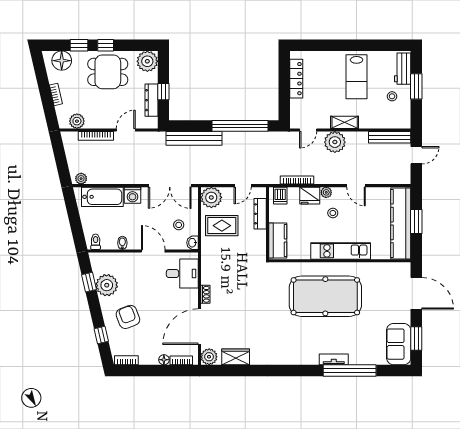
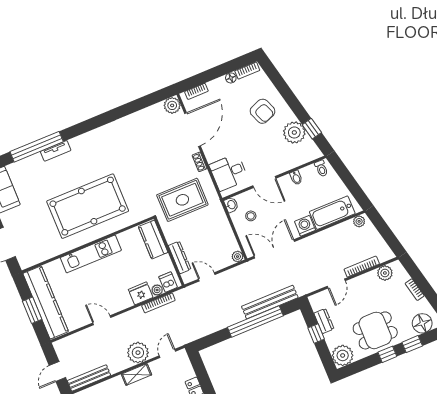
dresser: (151, 100) -> (324, 321), width x0.70
window: (240, 126) -> (255, 321), moved
door: (243, 186) -> (207, 277), hinge flipped
plant: (326, 192) -> (157, 290), moved
plant: (211, 197) -> (238, 257), width x0.53, depth x0.53
stool: (333, 213) -> (113, 286), removed
rug: (222, 226) -> (182, 200), moved, width x1.36, depth x1.43
window: (101, 335) -> (280, 84), removed
wardrobe: (236, 357) -> (147, 115), removed
floor lamp: (164, 360) -> (231, 78), moved

